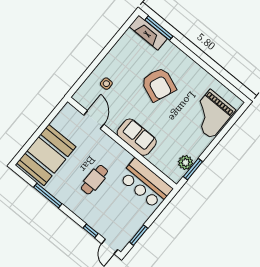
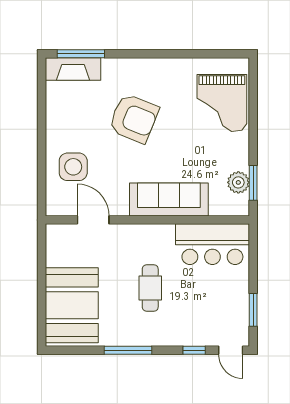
side table: (106, 84) -> (73, 167), width x1.87, depth x1.87
sofa: (137, 137) -> (169, 200), width x1.36
window: (48, 196) -> (128, 350), moved

